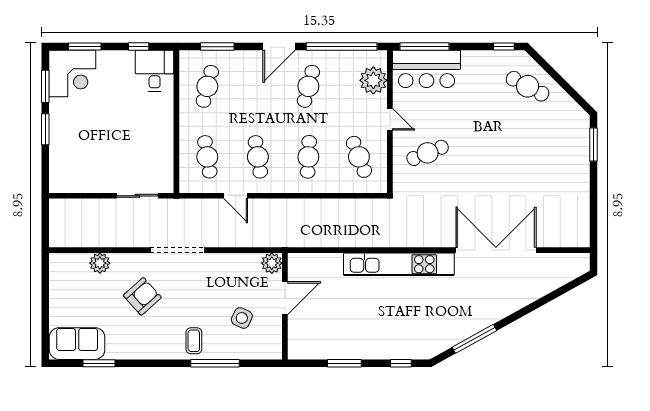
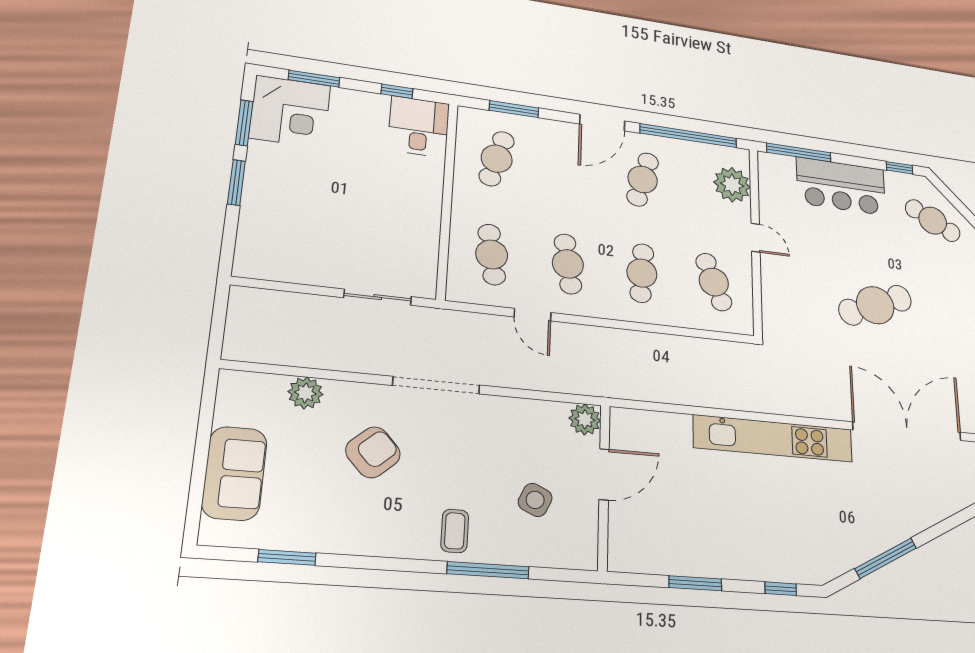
bar counter: (426, 69) -> (841, 186), moved
cafe table: (428, 153) -> (875, 305), moved, width x1.37, depth x1.35
sofa: (77, 344) -> (234, 473), moved, turned 90

